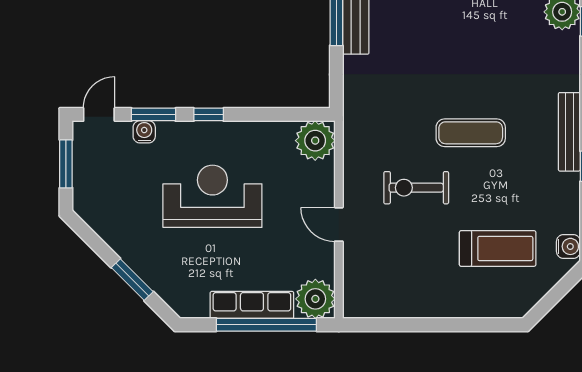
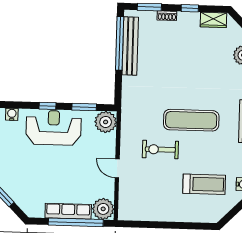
window: (153, 114) -> (84, 107), moved
exercise mat: (471, 133) -> (191, 120), width x1.36, depth x1.45
reception desk: (212, 196) -> (54, 128), moved

